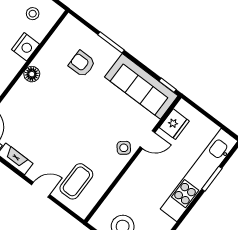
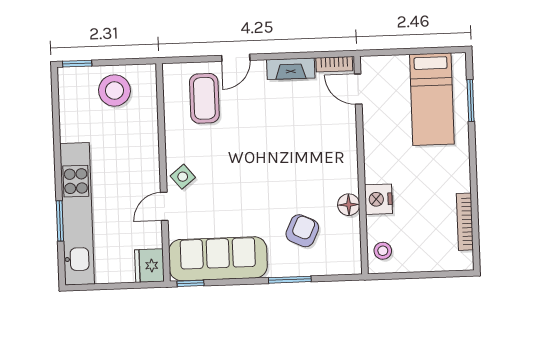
stool: (33, 14) -> (383, 251), moved
armchair: (82, 64) -> (302, 231), turned -65
floor lamp: (32, 74) -> (349, 205), moved
fridge: (174, 124) -> (149, 266), moved

